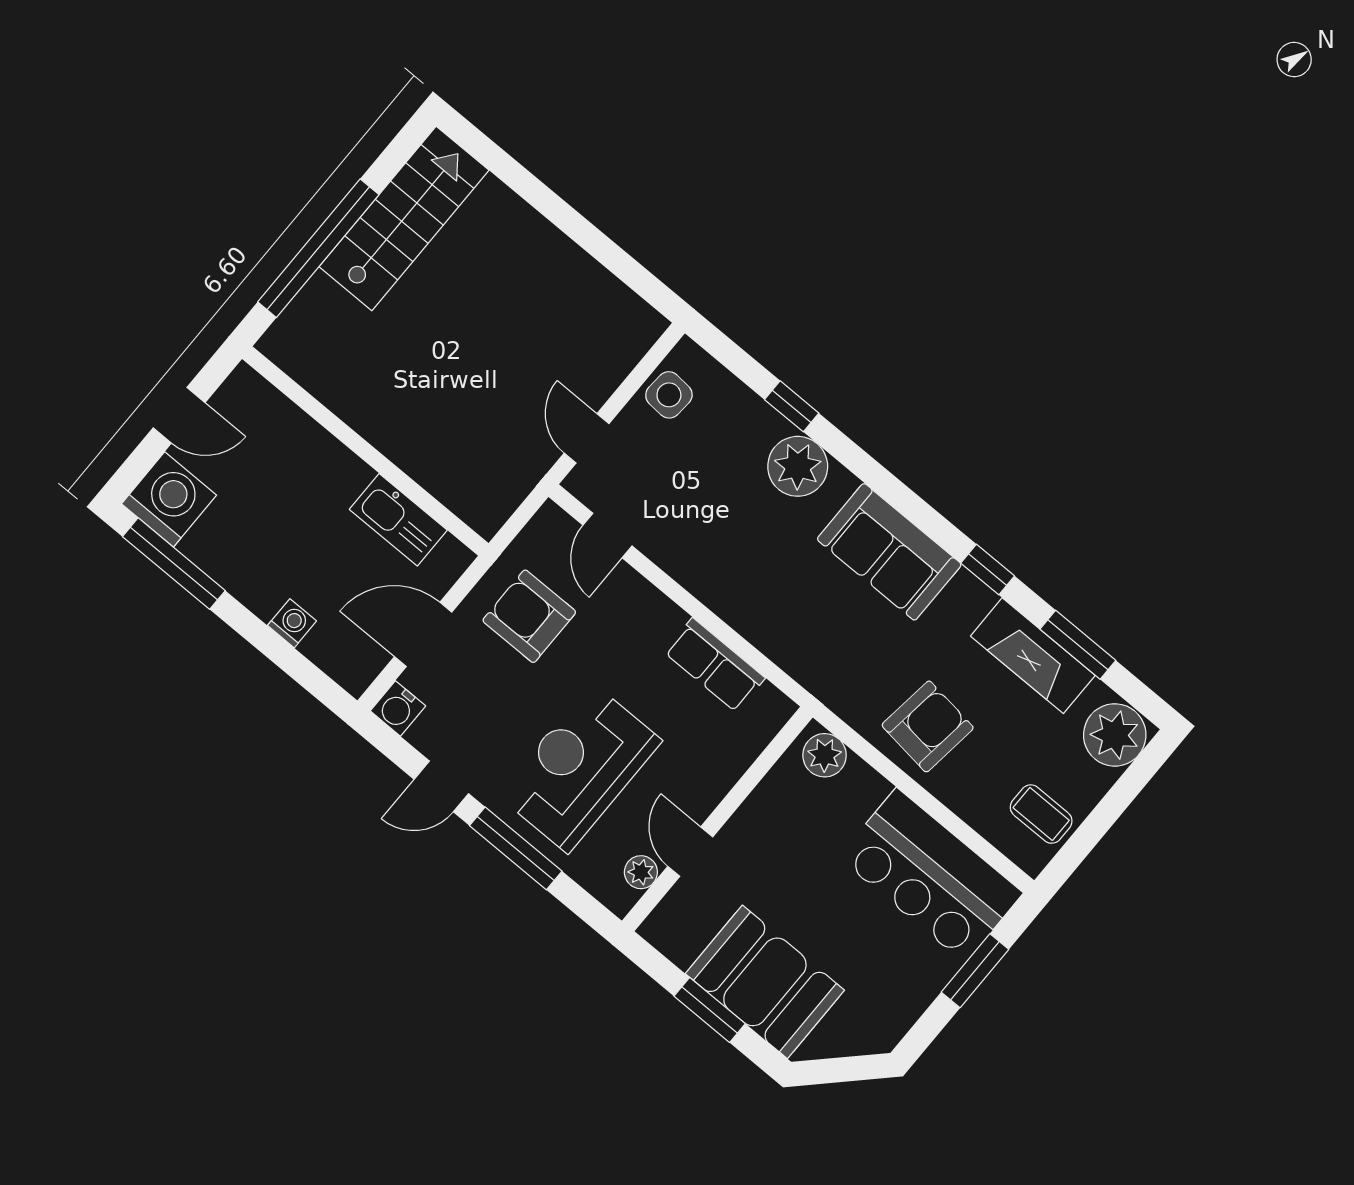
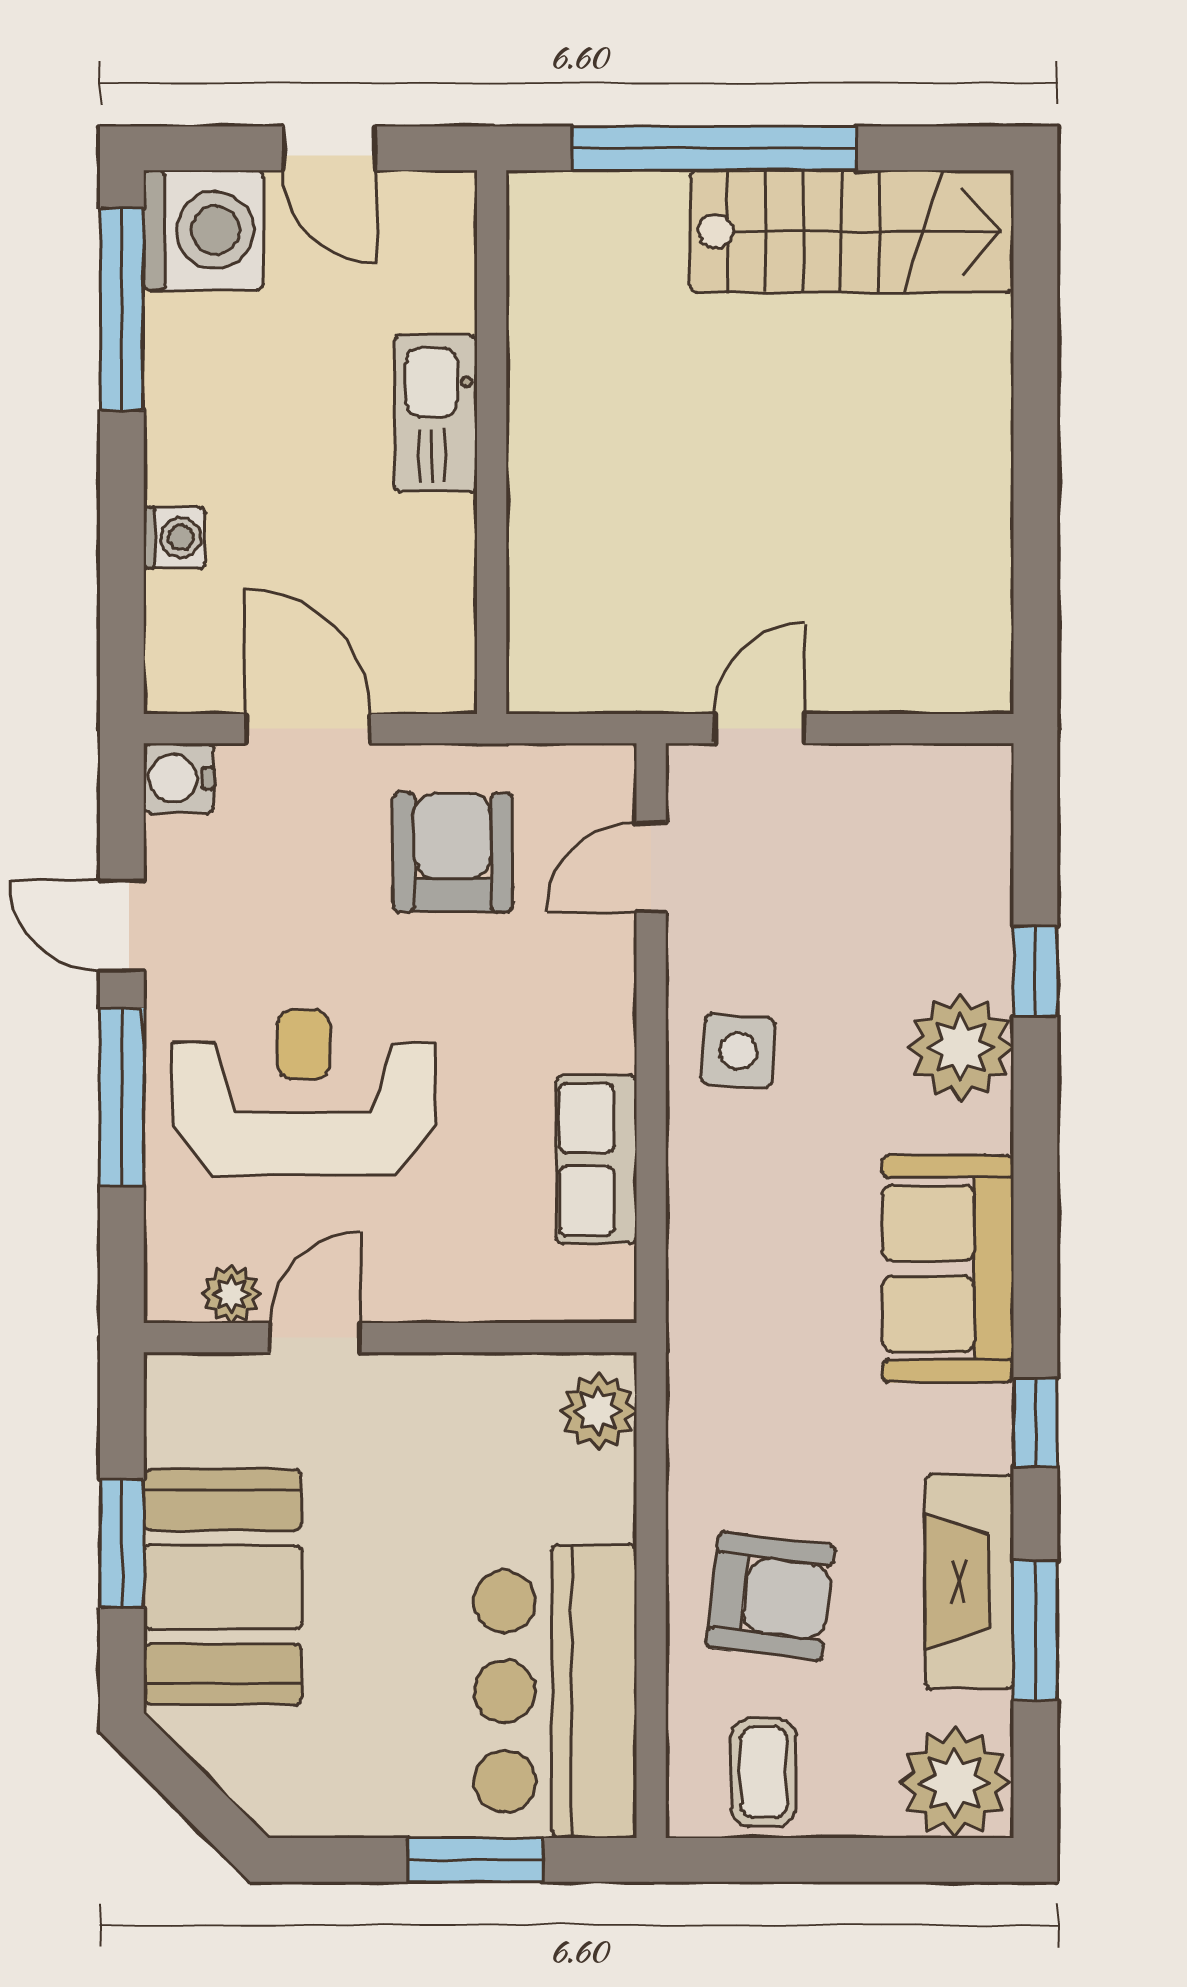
side table: (669, 395) -> (738, 1051), moved
kitchen sink: (398, 520) -> (436, 413), moved
armchair: (928, 726) -> (770, 1596), moved

